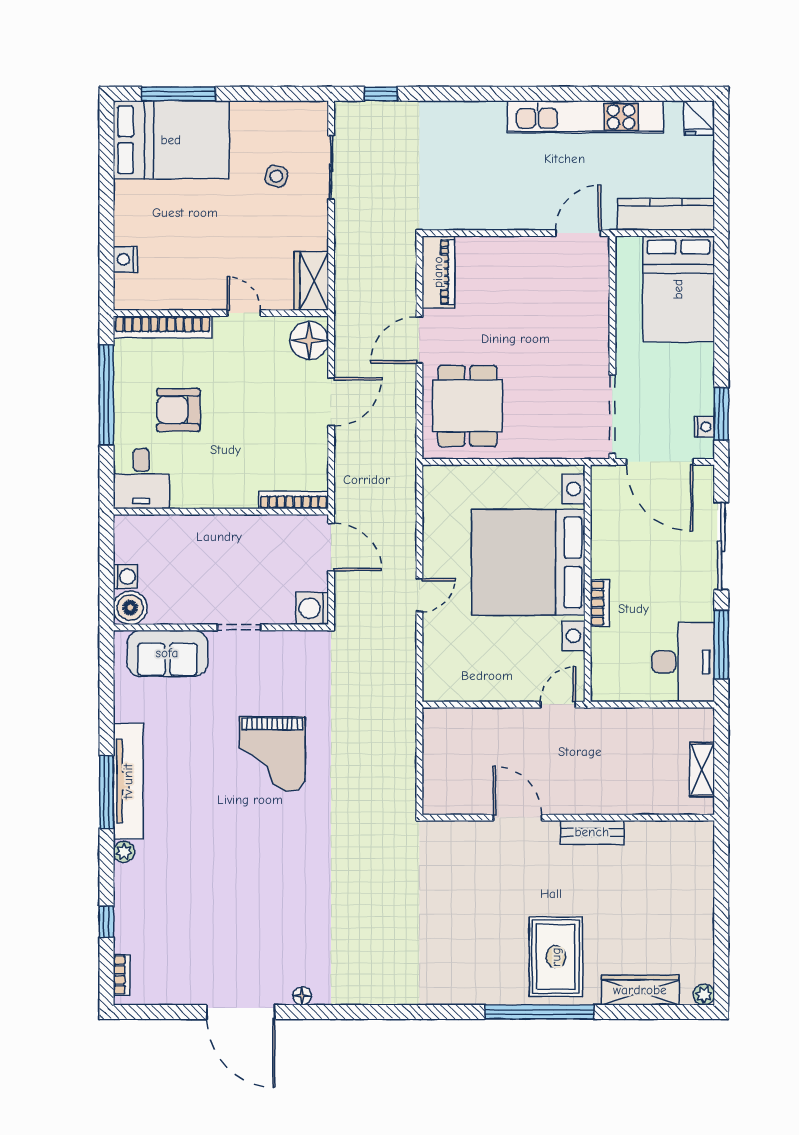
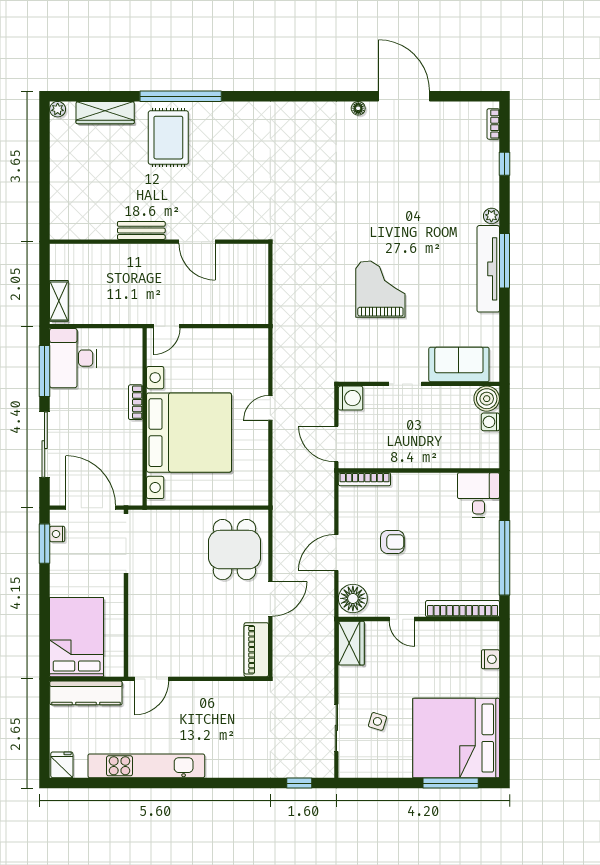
bed: (171, 140) -> (456, 738), width x1.36
armchair: (178, 410) -> (392, 542), moved, width x0.72, depth x0.72
shelving: (702, 770) -> (59, 301), moved

